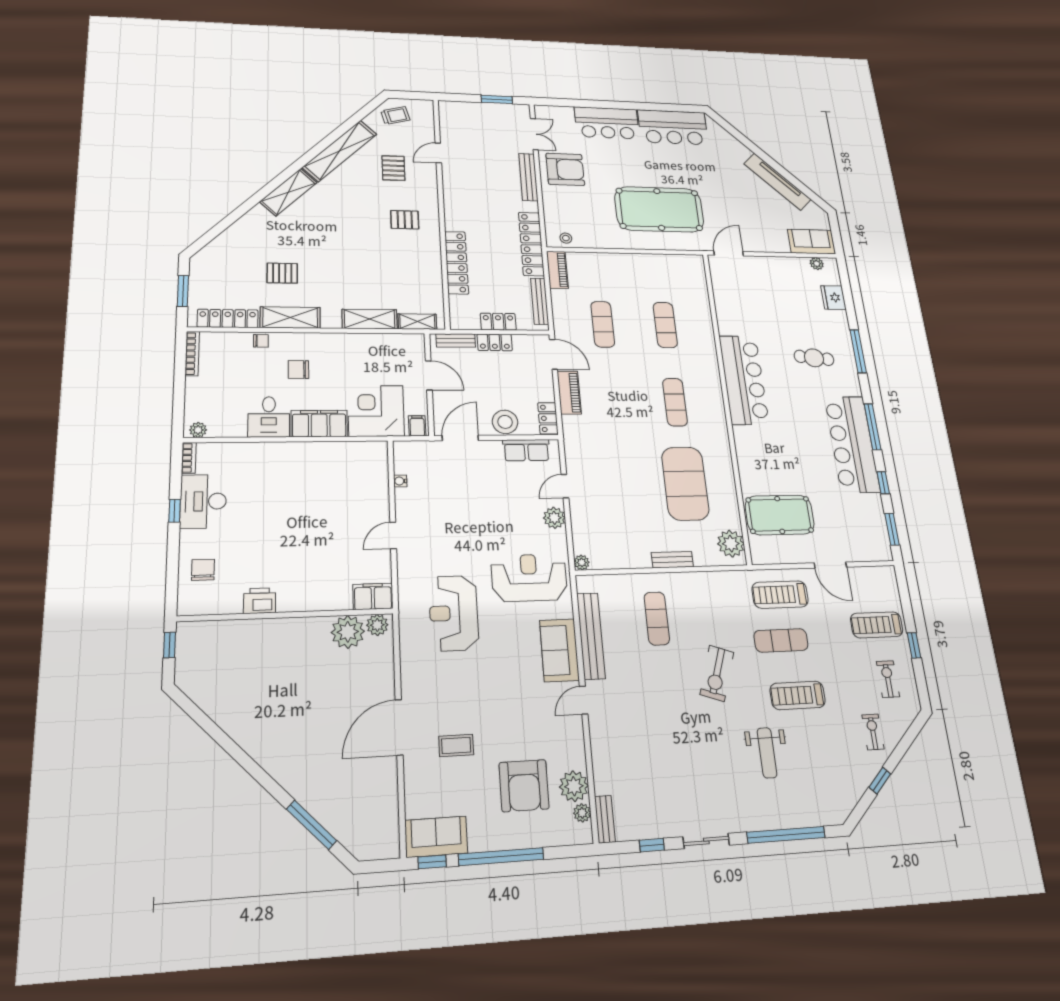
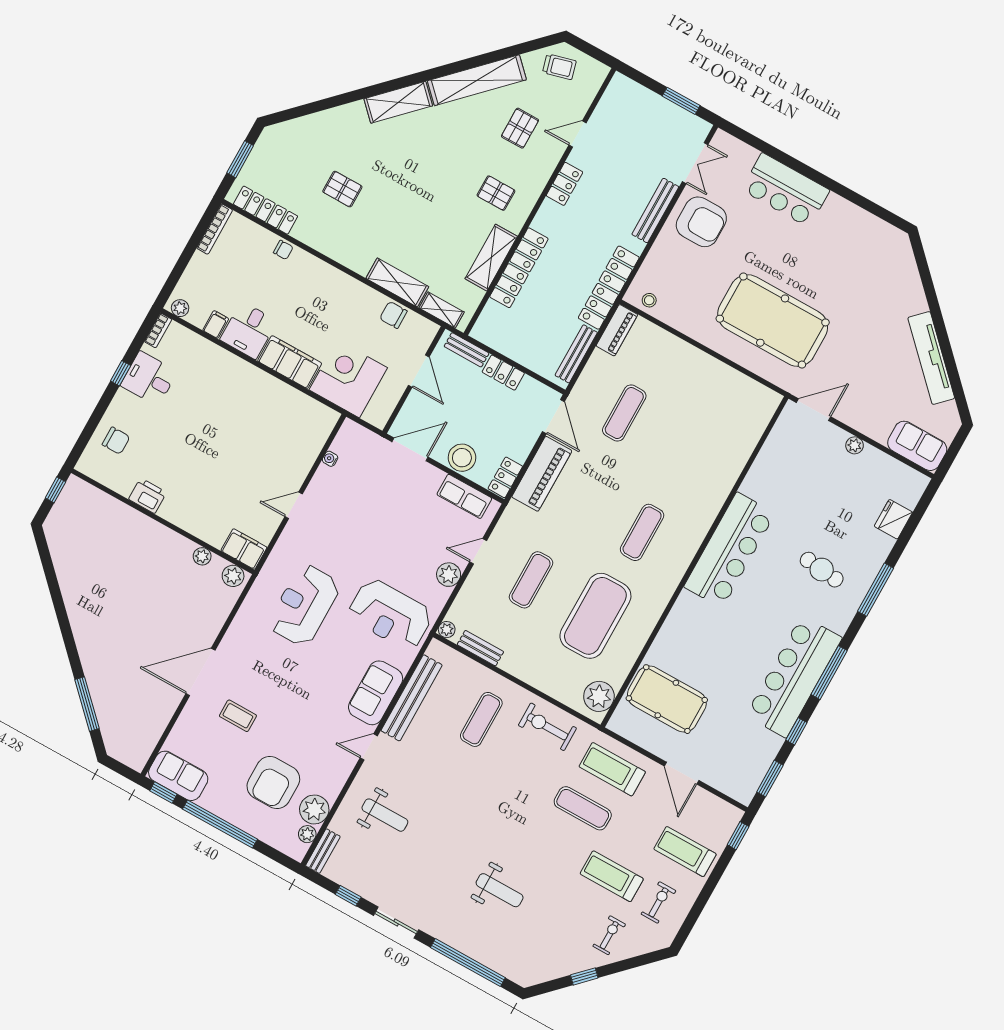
bar counter: (673, 127) -> (858, 233), removed
plant: (817, 264) -> (855, 445), moved
shelving: (290, 318) -> (491, 258), moved, turned 90
locker: (498, 322) -> (565, 184), moved, turned 90
exercise mat: (665, 325) -> (531, 580), moved
chair: (299, 369) -> (393, 315), moved
piano: (569, 393) -> (542, 474), width x1.37, depth x1.33
filing cabinet: (417, 426) -> (216, 325), moved
desk: (203, 501) -> (149, 379), width x0.73
bench: (672, 560) -> (480, 648), moved
chair: (203, 570) -> (116, 441), turned 90
reception desk: (529, 578) -> (390, 614), turned 180
plant: (348, 632) -> (202, 556), width x0.53, depth x0.53
window: (914, 645) -> (738, 836), moved
exercise bike: (717, 673) -> (547, 727), moved, turned 71
treadmill: (798, 695) -> (612, 876), moved
weight bench: (635, 751) -> (385, 815), added
weight bench: (767, 753) -> (500, 890), turned -90

